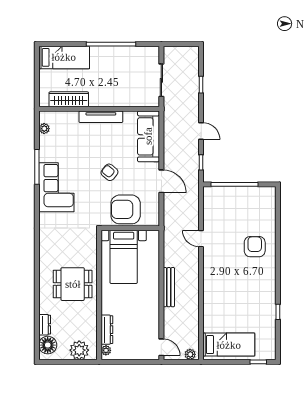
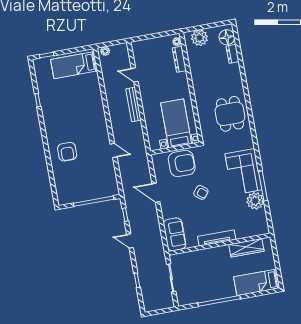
plant: (44, 129) -> (255, 201), moved, width x1.88, depth x1.88
sofa: (148, 136) -> (175, 234), width x0.73
dining table: (73, 284) -> (230, 114), moved, turned 90
door: (161, 347) -> (135, 75), moved

